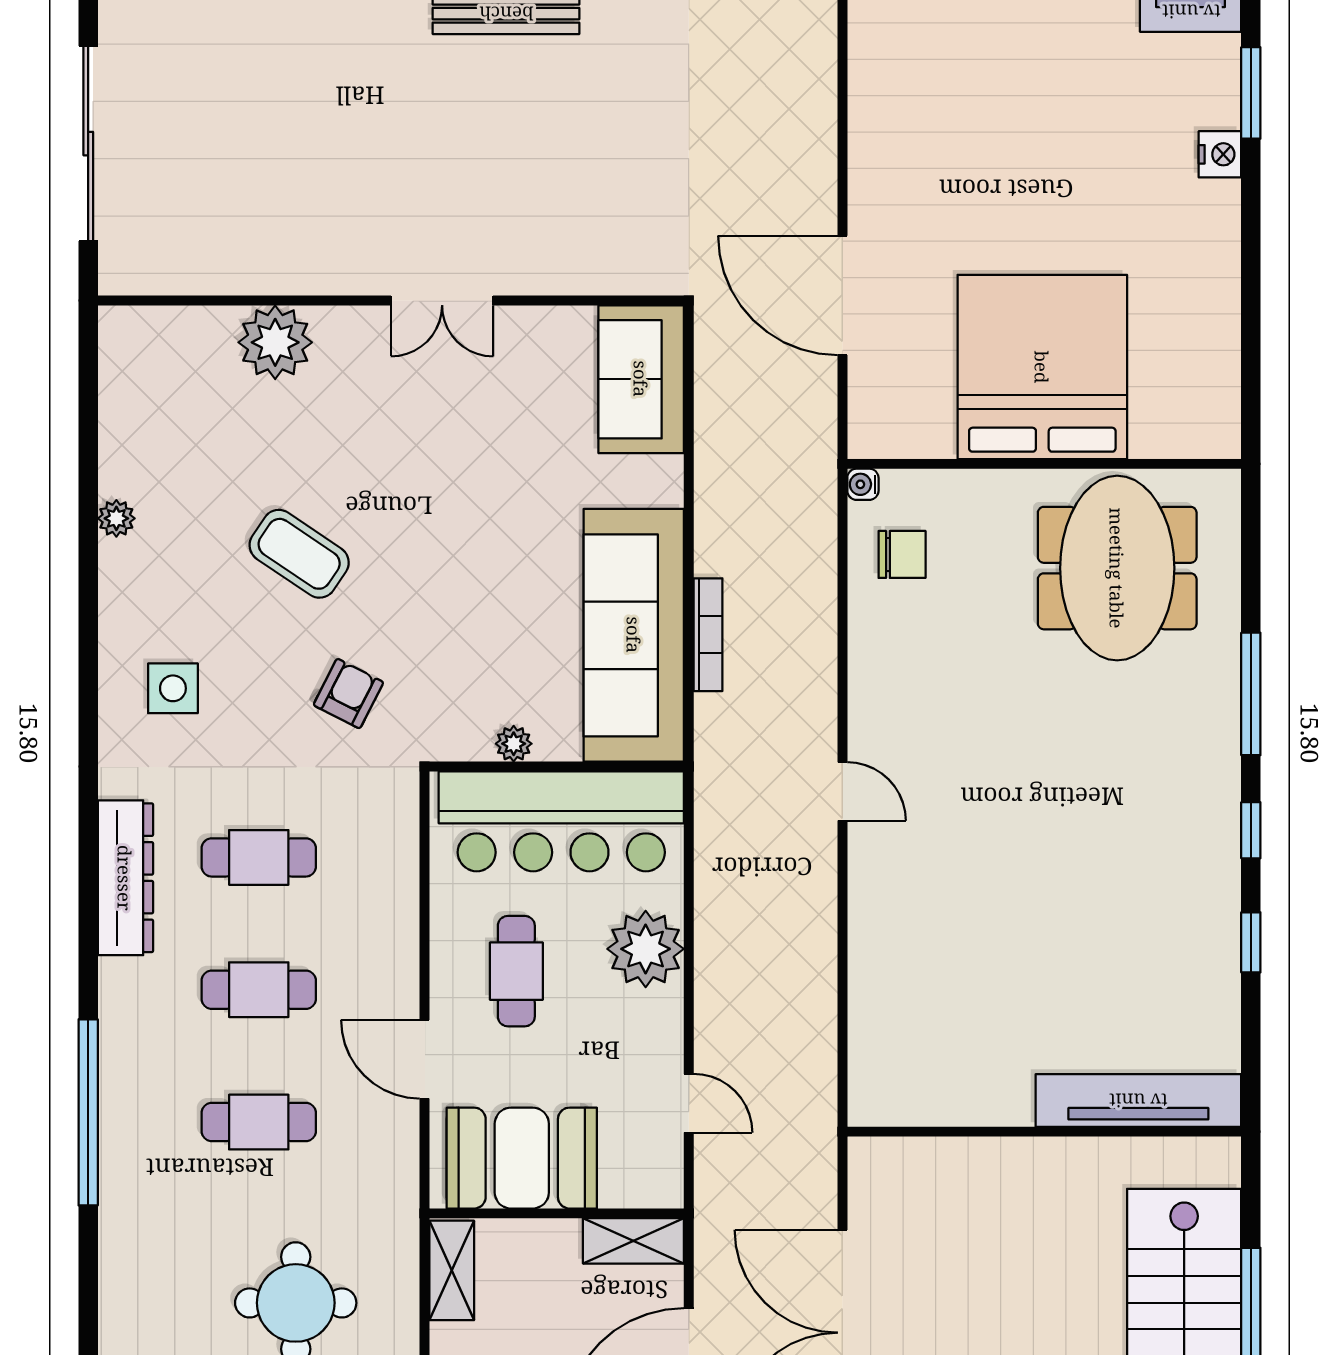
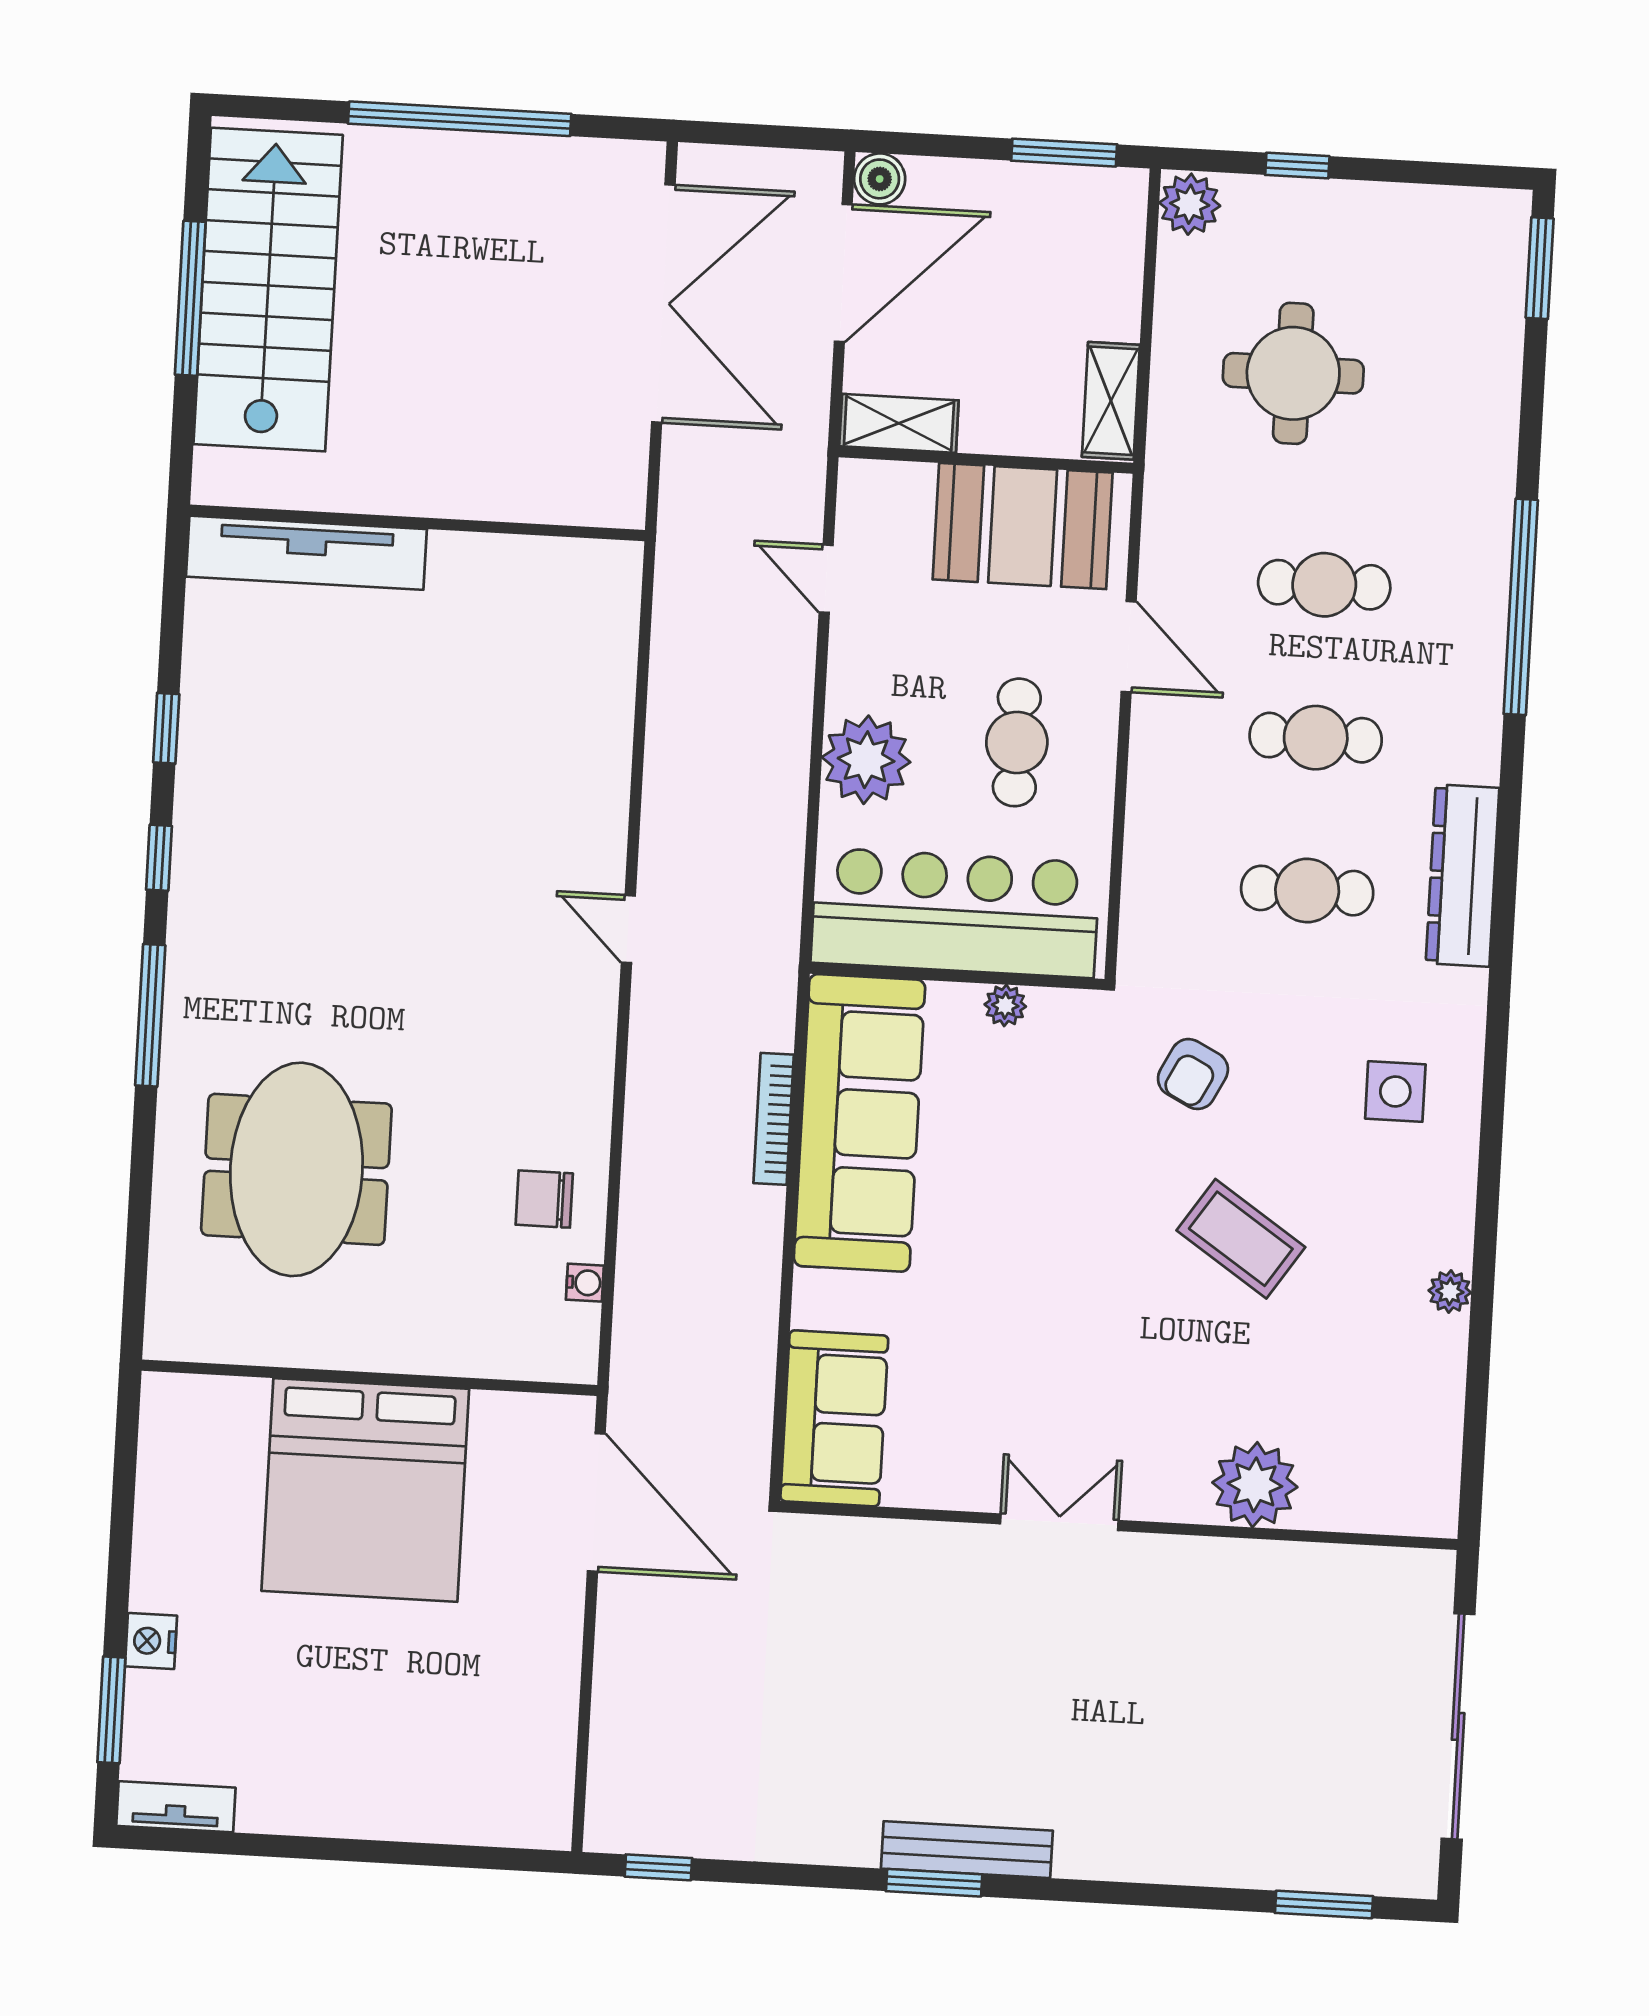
bed: (1042, 367) -> (365, 1490), moved
wall: (1044, 464) -> (369, 1378), moved

